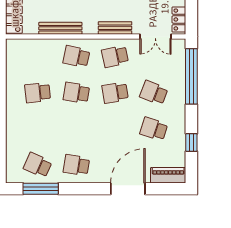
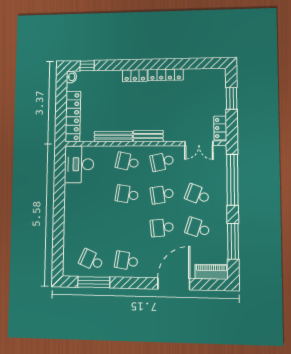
bench: (115, 28) -> (148, 136), moved
desk: (22, 59) -> (79, 164), added
school desk: (38, 93) -> (162, 228), moved
window: (191, 143) -> (233, 241), width x2.17

